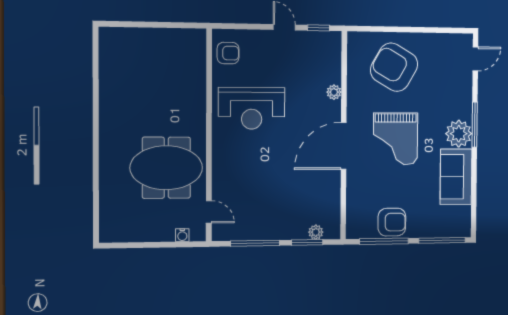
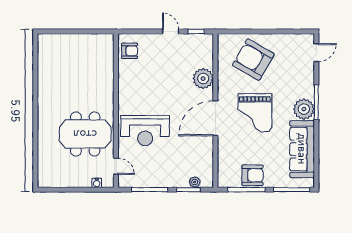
plant: (334, 92) -> (203, 79), width x1.88, depth x1.88
reception desk: (252, 108) -> (145, 131), moved
sofa: (456, 177) -> (302, 149), width x1.36

